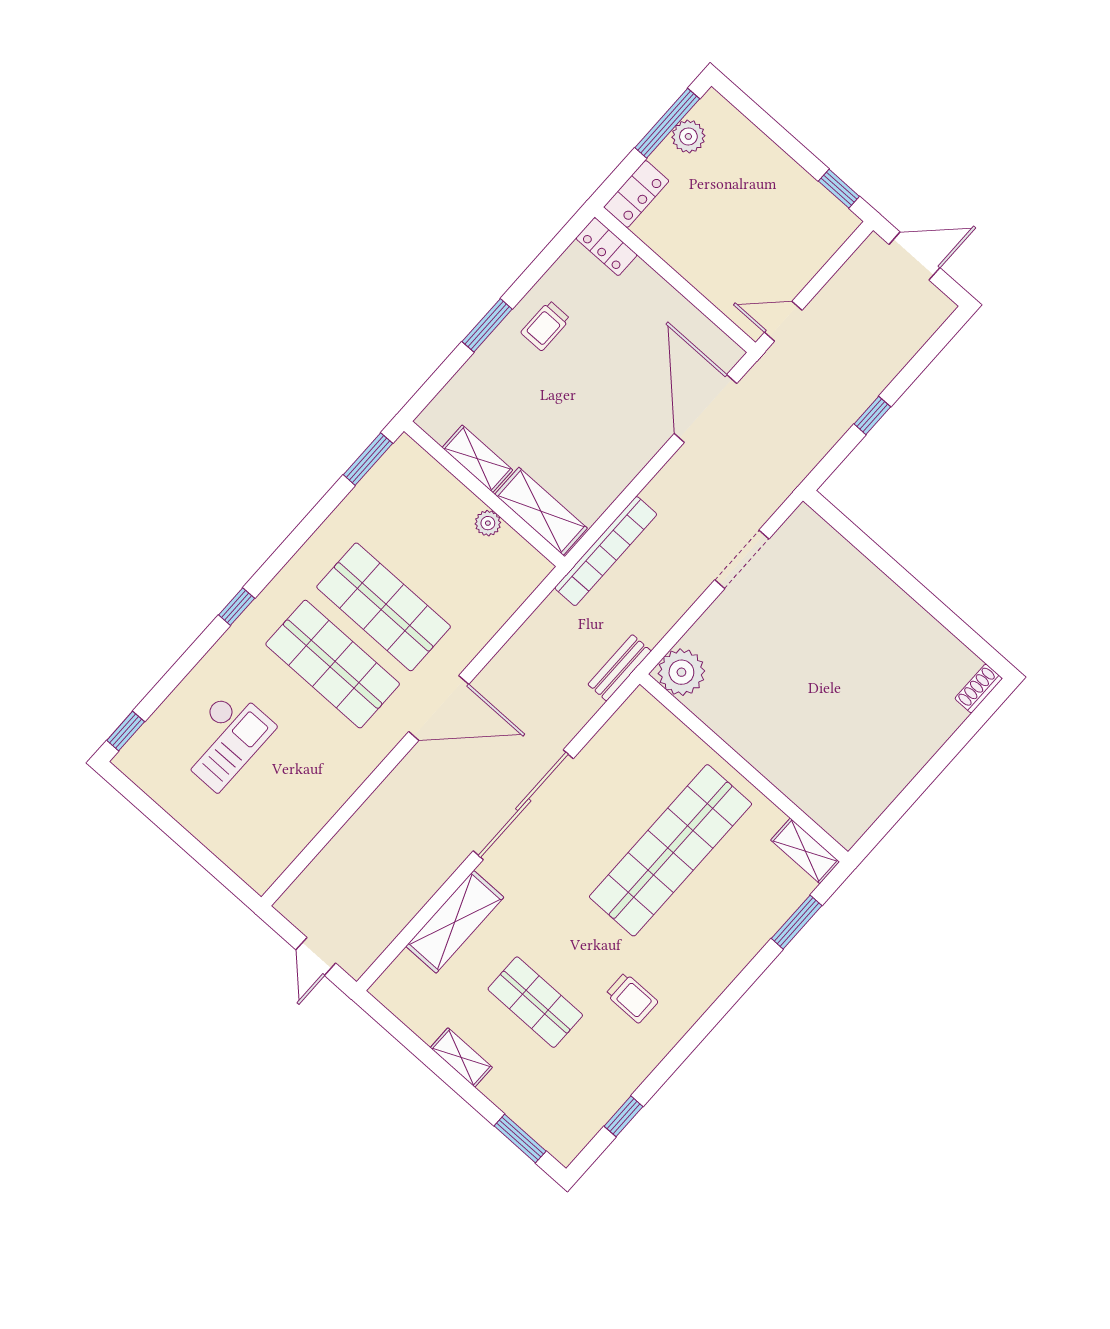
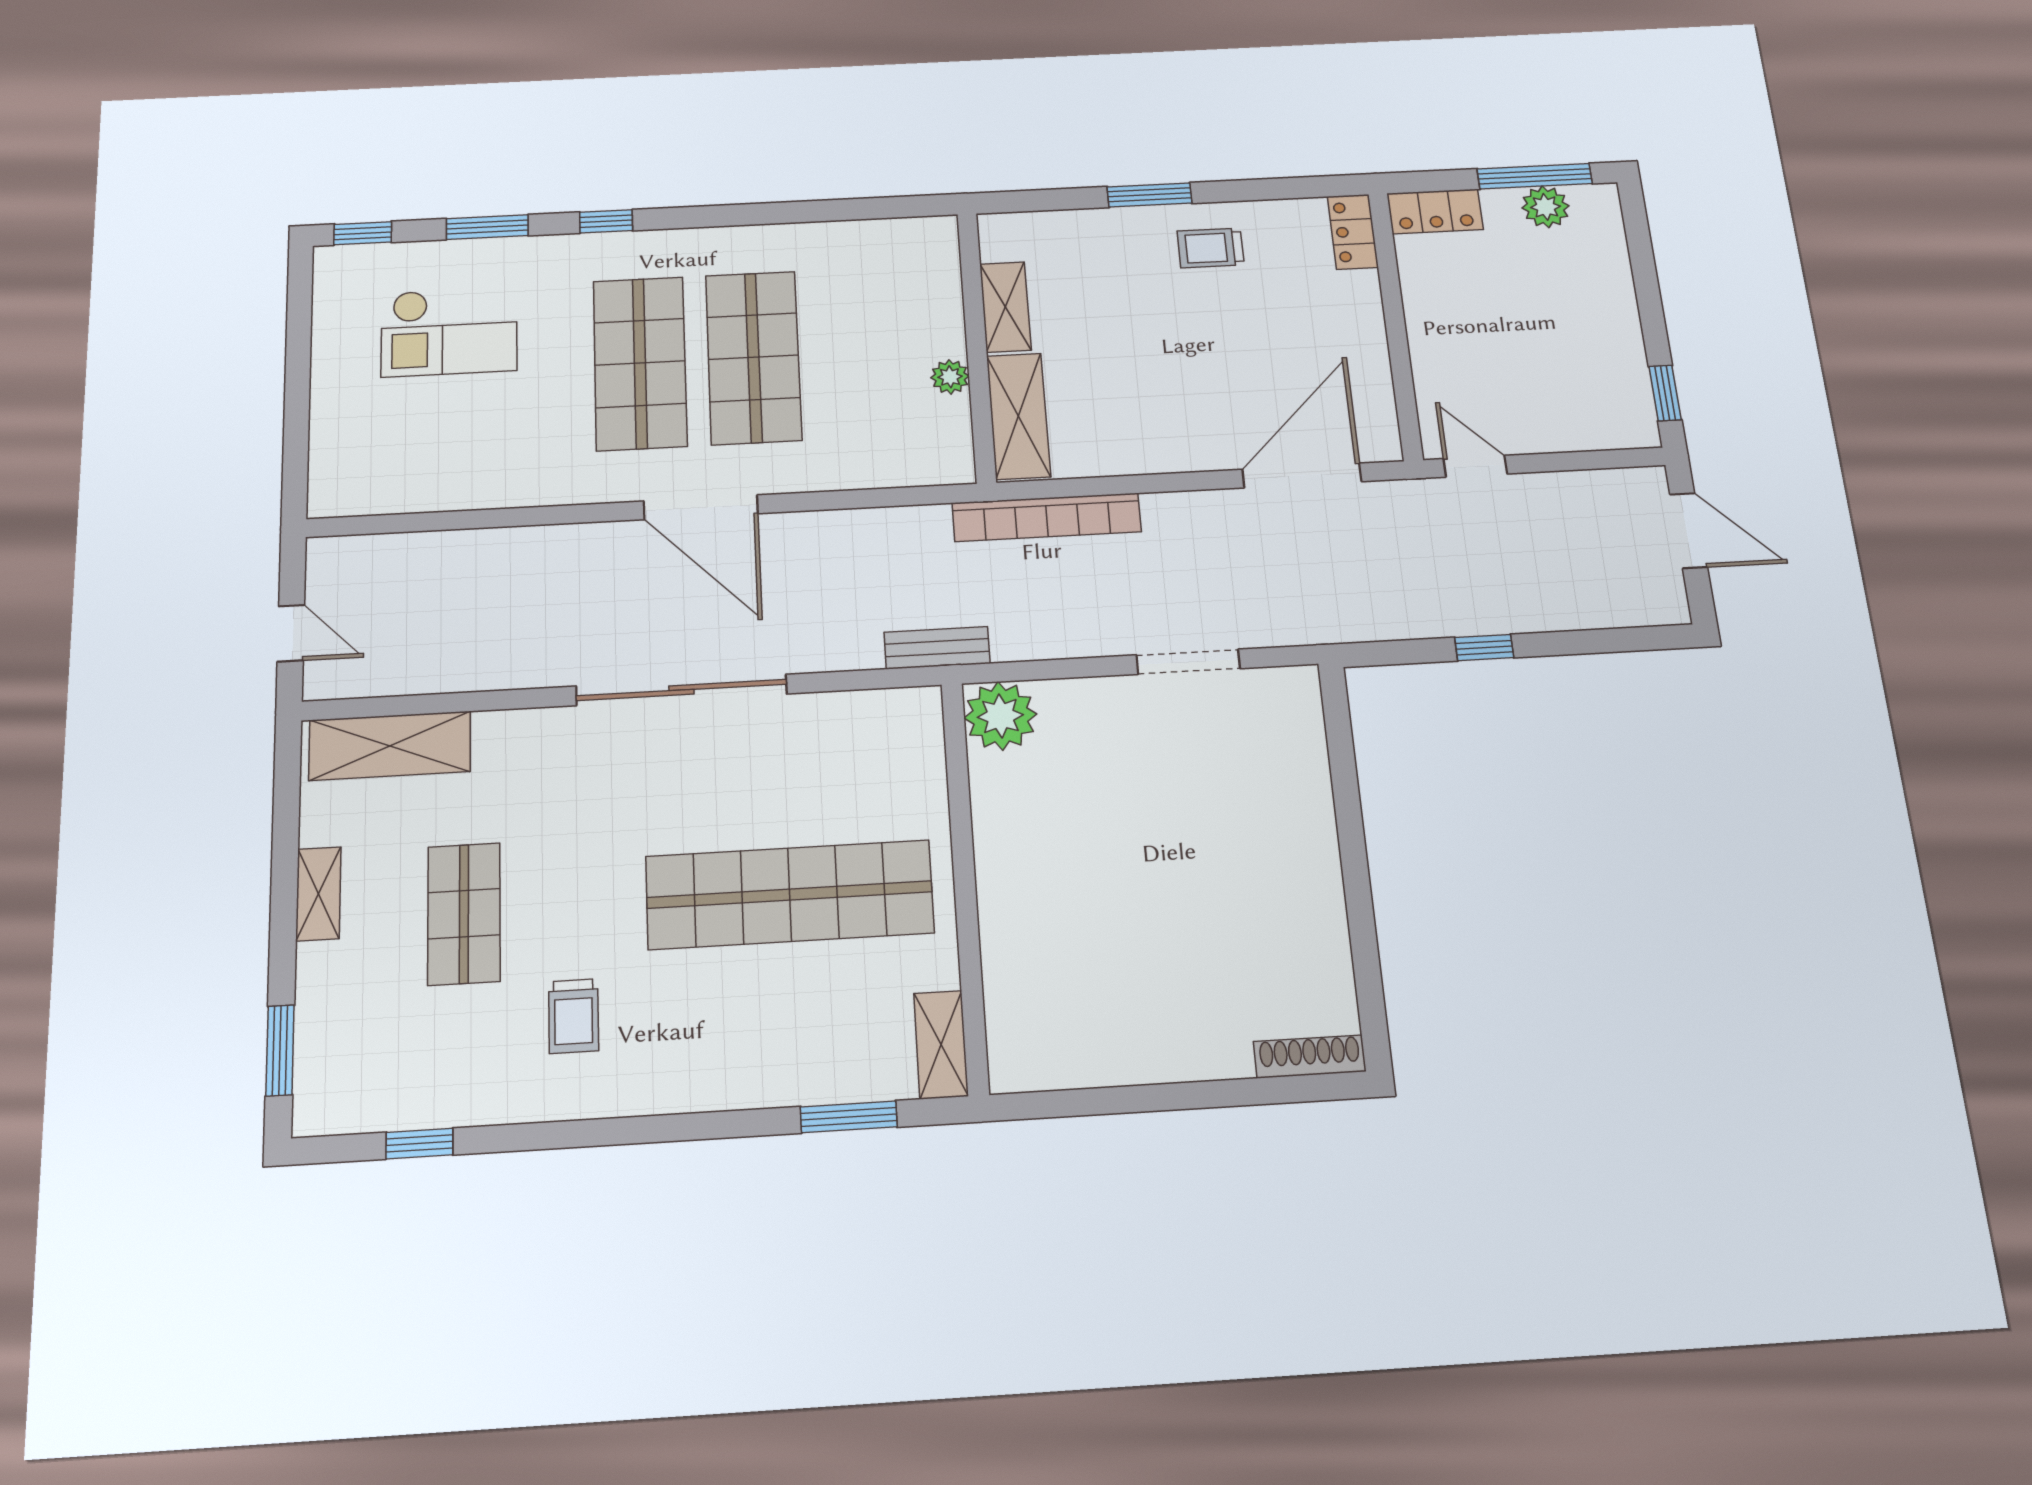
window: (368, 459) -> (487, 227), moved
shoe rack: (979, 689) -> (1310, 1057), width x1.43
shelving: (455, 922) -> (390, 746), moved
door: (316, 956) -> (291, 633), swing flipped

